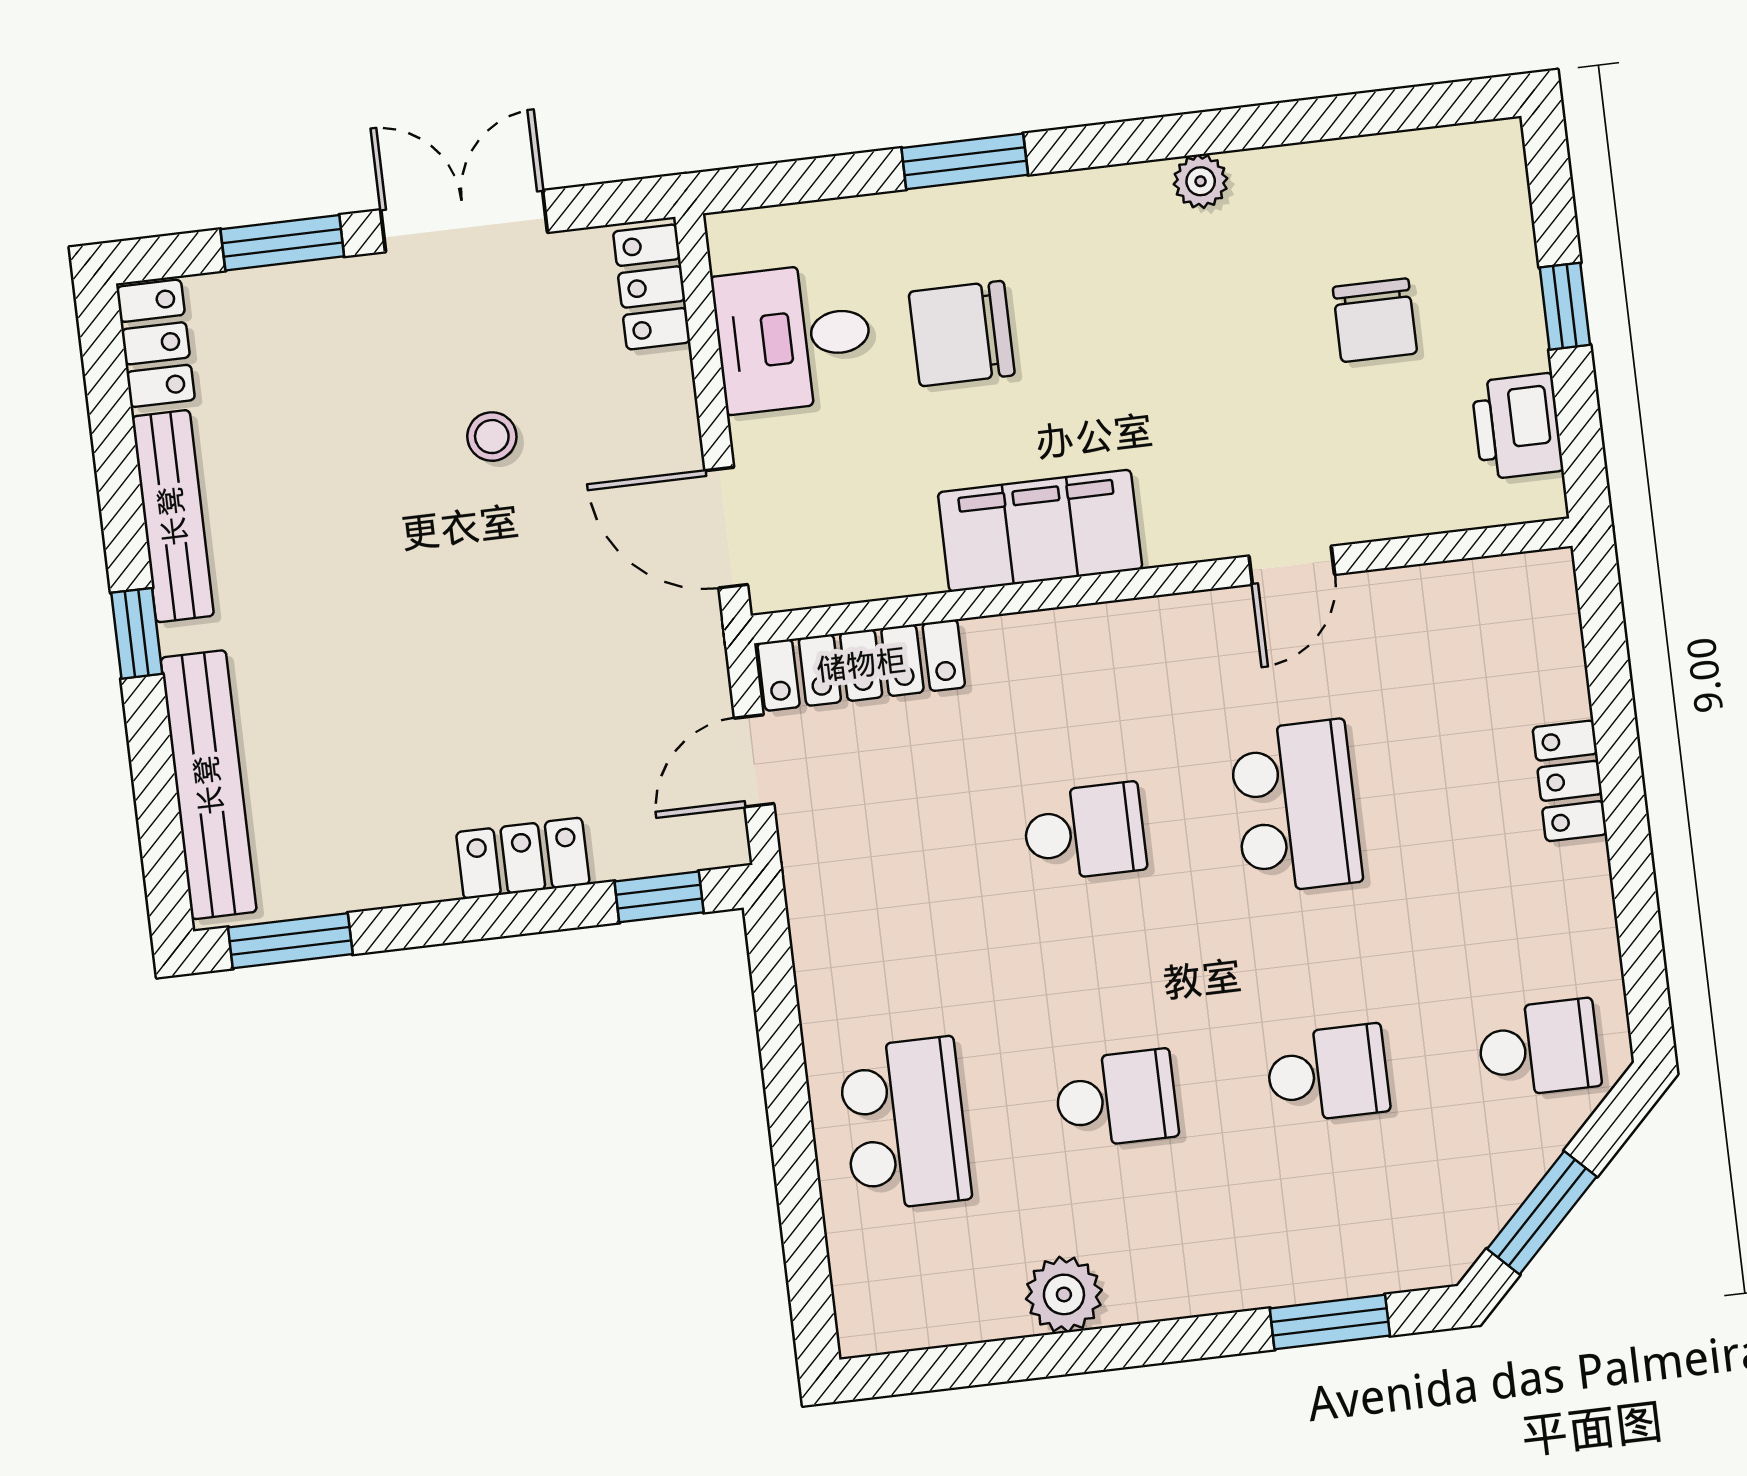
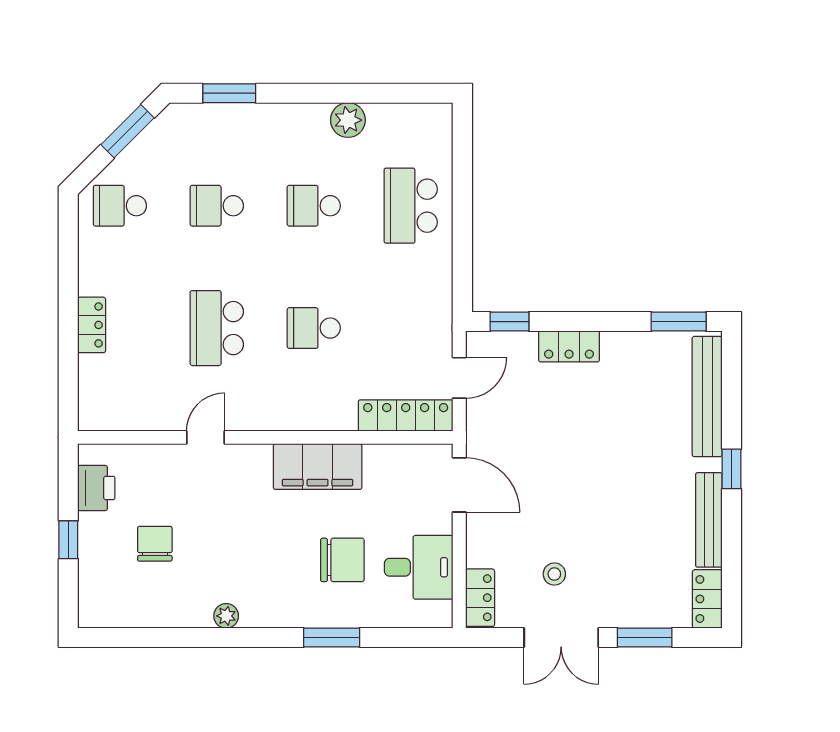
stool: (492, 437) -> (554, 574), moved

